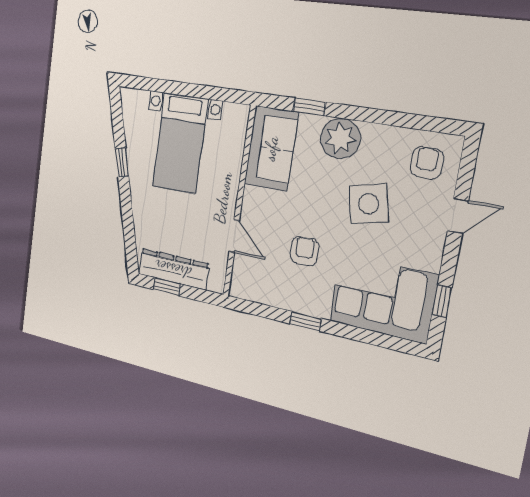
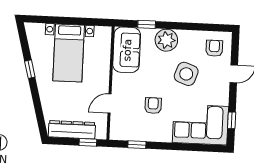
side table: (369, 204) -> (186, 74), turned 33
door: (234, 236) -> (109, 103), swing flipped
window: (167, 287) -> (88, 142), moved
window: (305, 321) -> (137, 145), moved

